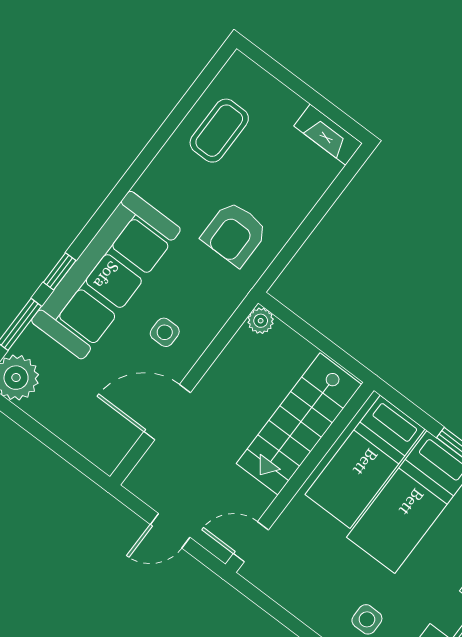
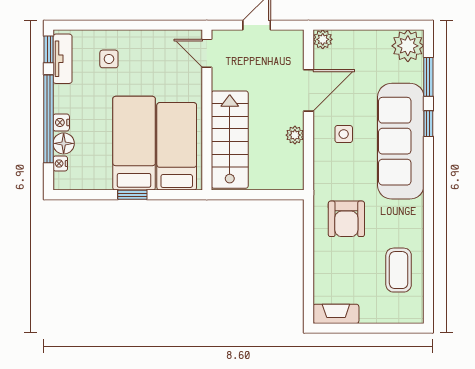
armchair: (235, 234) -> (346, 219), turned 180
plant: (261, 321) -> (295, 135), moved
plant: (107, 458) -> (323, 39), added
door: (251, 542) -> (207, 53), swing flipped

